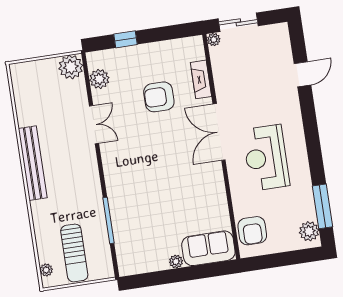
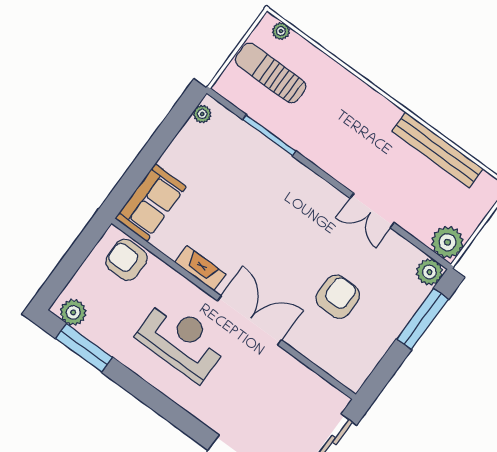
window: (126, 39) -> (423, 319), width x2.17
plant: (214, 40) -> (341, 401), removed
plant: (99, 79) -> (429, 272), moved
fireplace: (201, 79) -> (200, 268), moved
bench: (33, 163) -> (438, 150), moved
plant: (176, 261) -> (202, 114), moved

